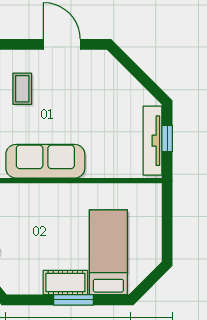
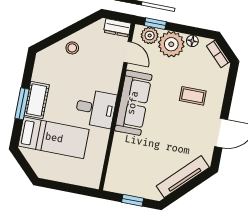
tv unit: (152, 141) -> (183, 177), moved, turned -45
desk: (62, 207) -> (96, 108), added

